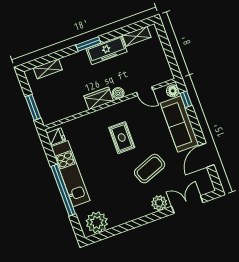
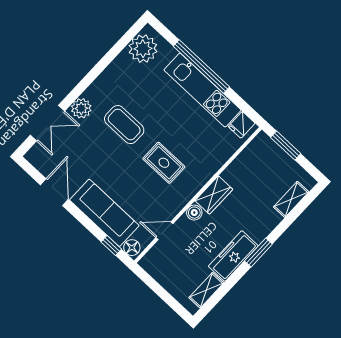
coffee table: (150, 169) -> (124, 125), moved, turned -69

